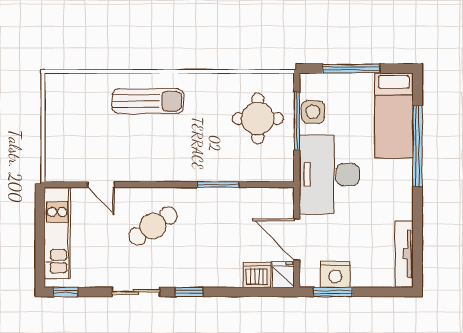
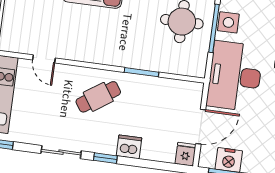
cafe table: (153, 226) -> (98, 97), moved
door: (297, 240) -> (201, 127), swing flipped
dishwasher: (257, 275) -> (129, 147), moved

